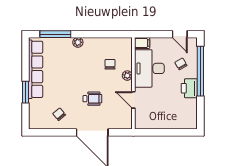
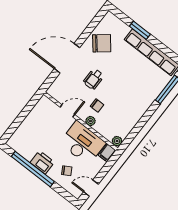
plant: (78, 42) -> (117, 141), moved
chair: (110, 64) -> (97, 105), moved
window: (200, 71) -> (33, 169), moved
chair: (59, 114) -> (102, 43), width x1.87, depth x1.87

